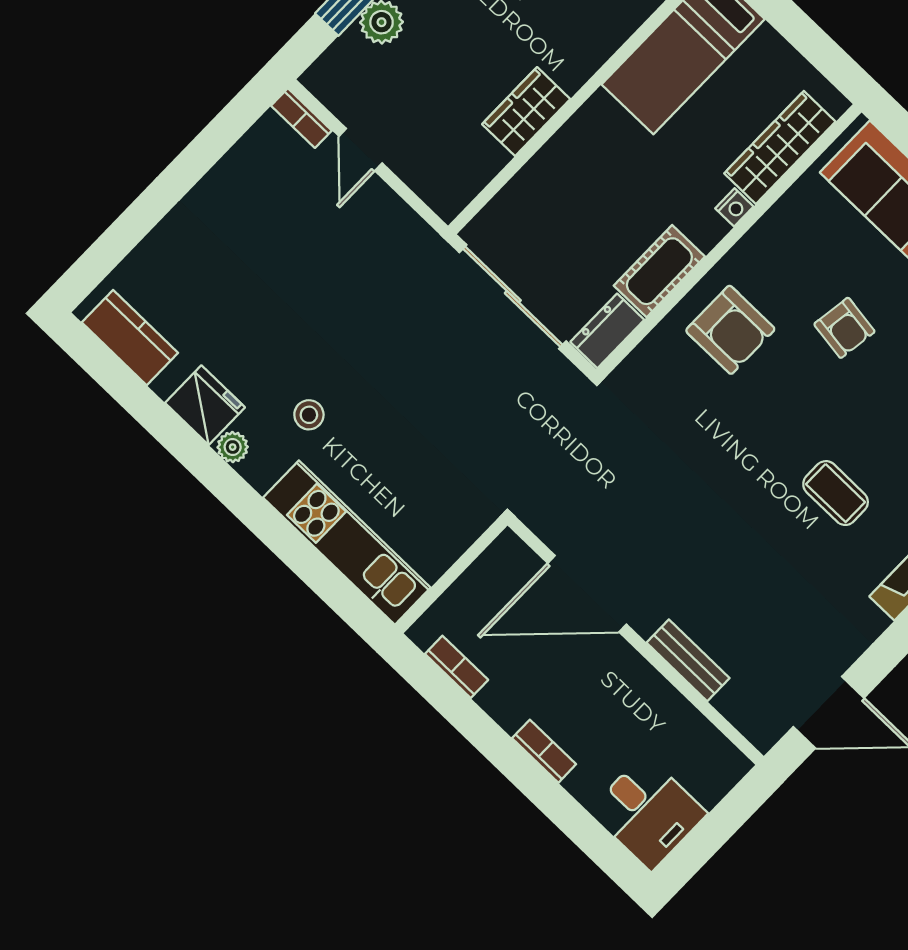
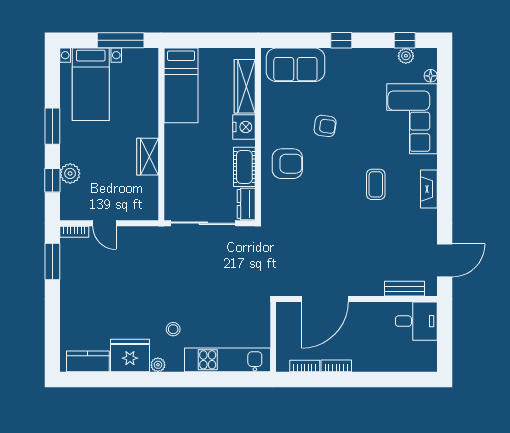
window: (224, 131) -> (52, 261), added
nightstand: (734, 207) -> (244, 127), width x1.89, depth x1.79
fridge: (205, 405) -> (130, 356), width x1.36, depth x1.34
coffee table: (836, 493) -> (376, 184), turned 90
bench: (688, 660) -> (404, 289), moved
bookcase: (544, 751) -> (336, 366), moved
desk: (648, 812) -> (416, 321), moved

